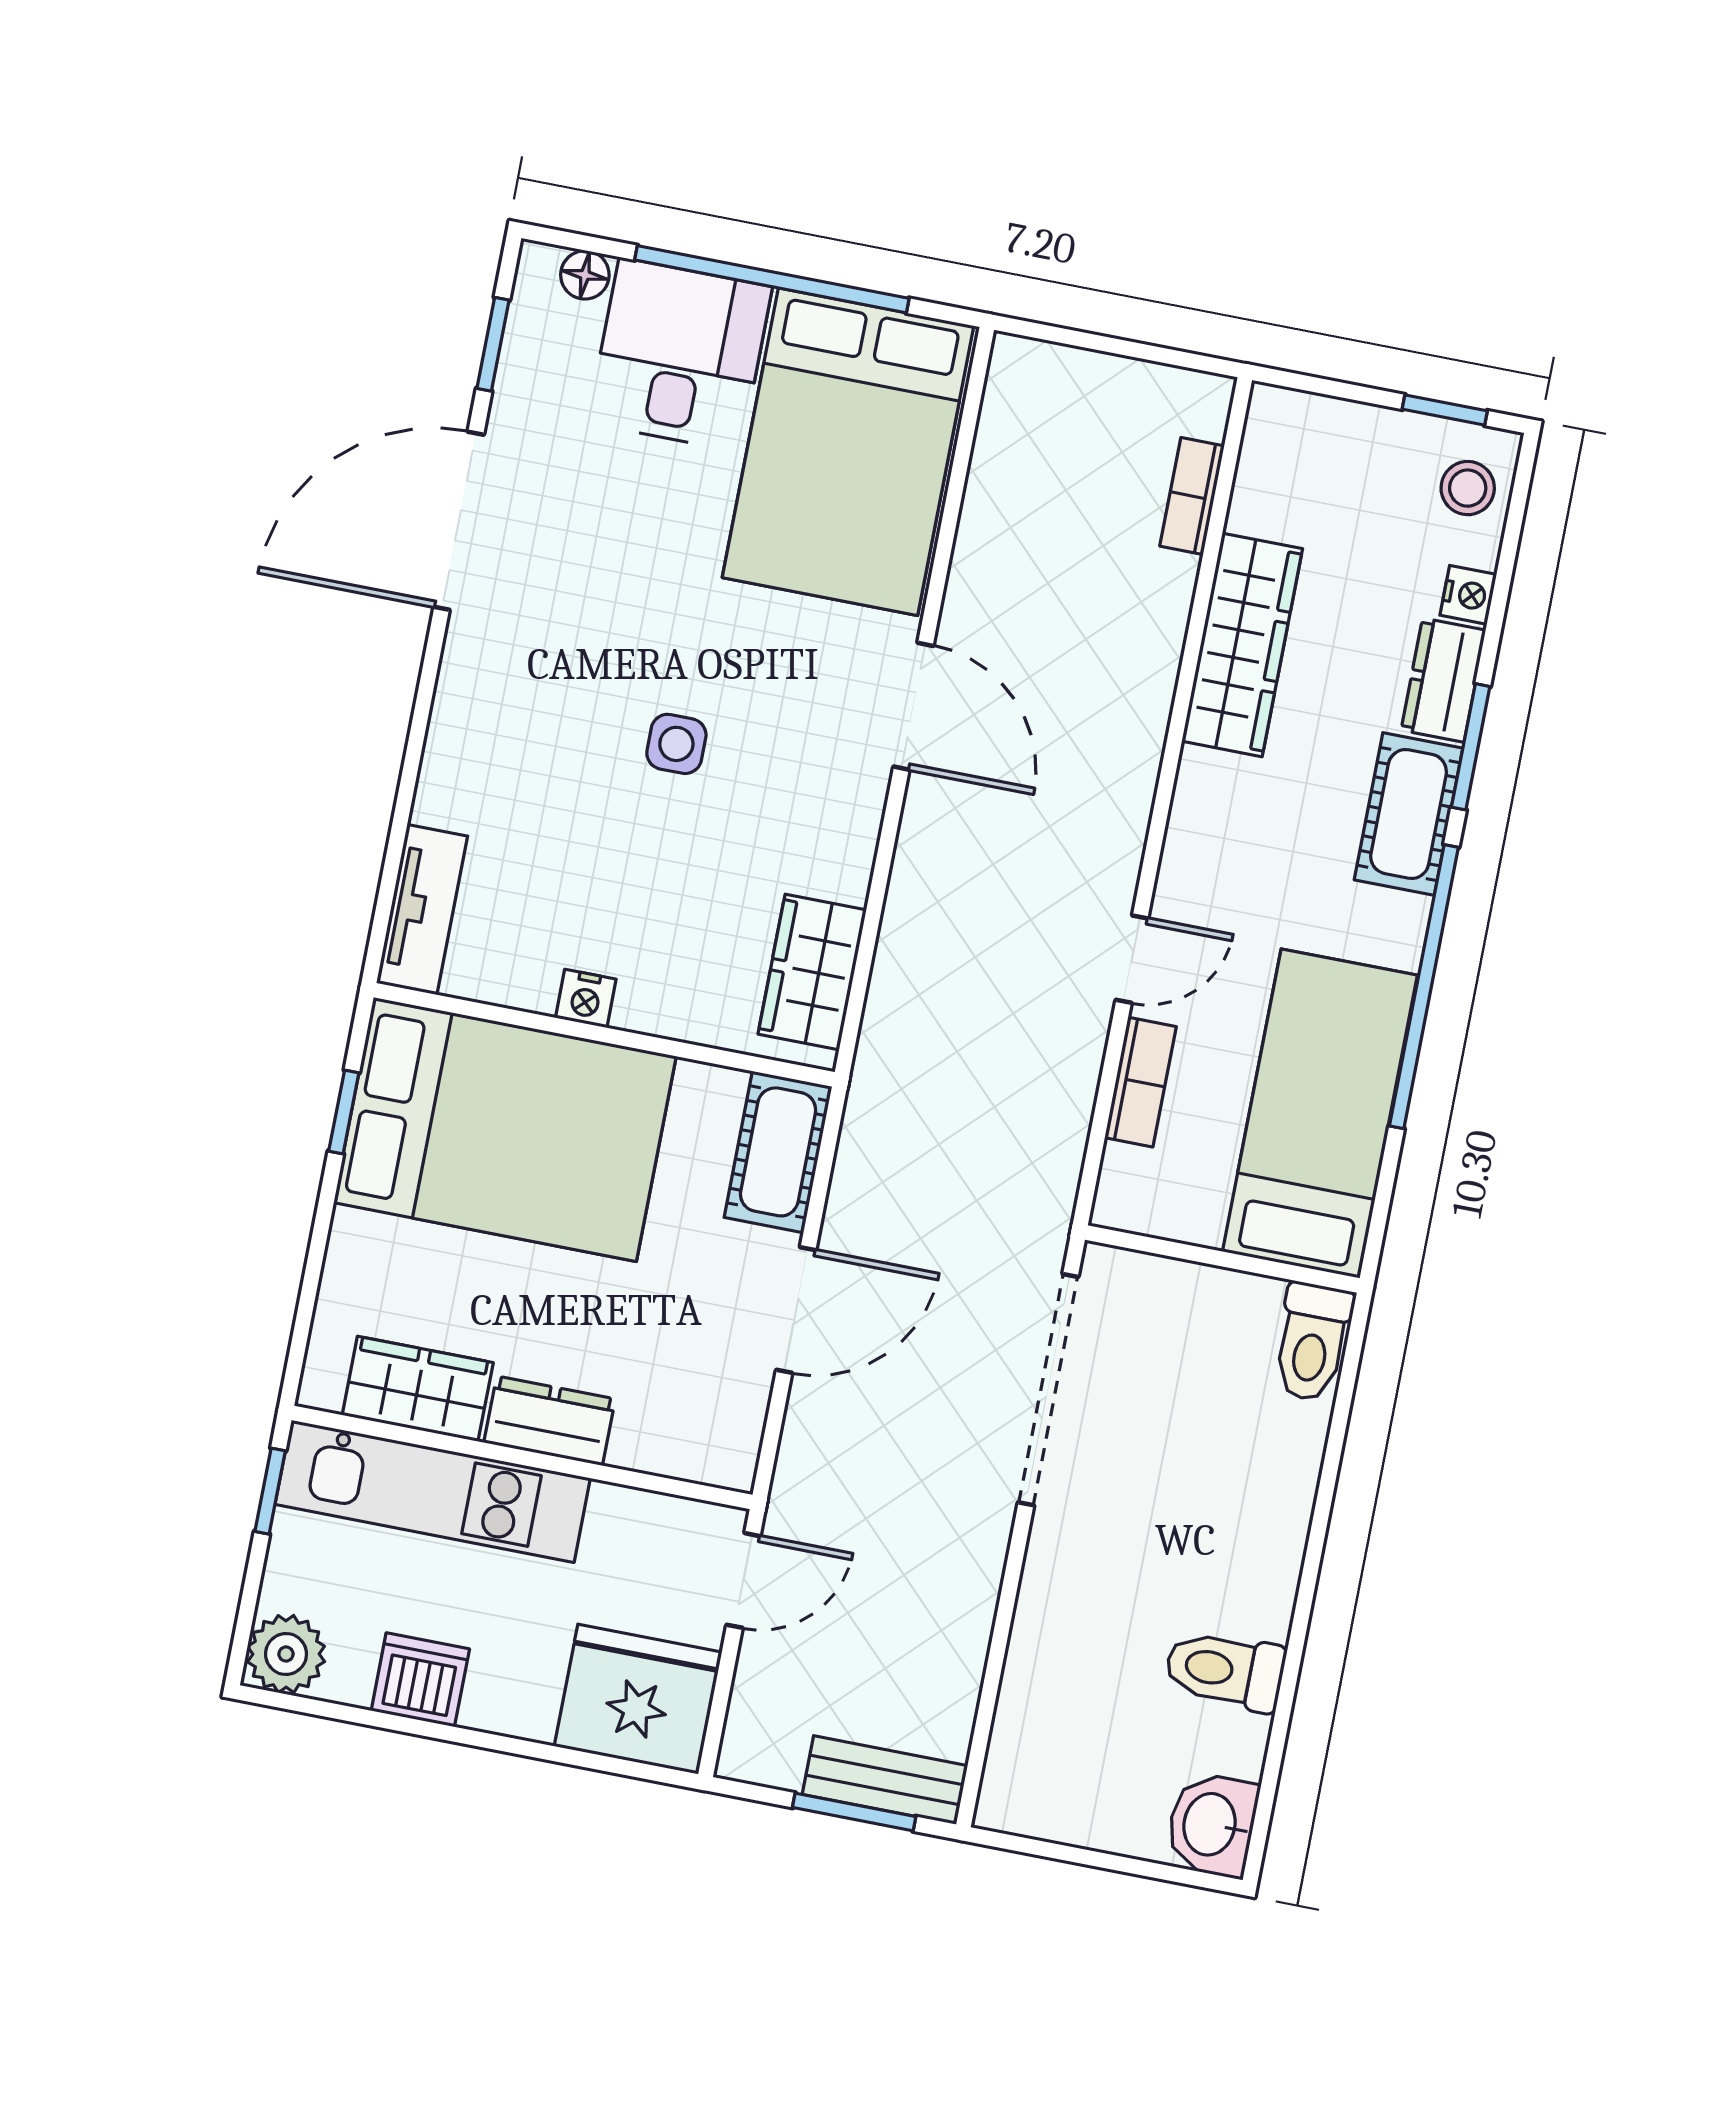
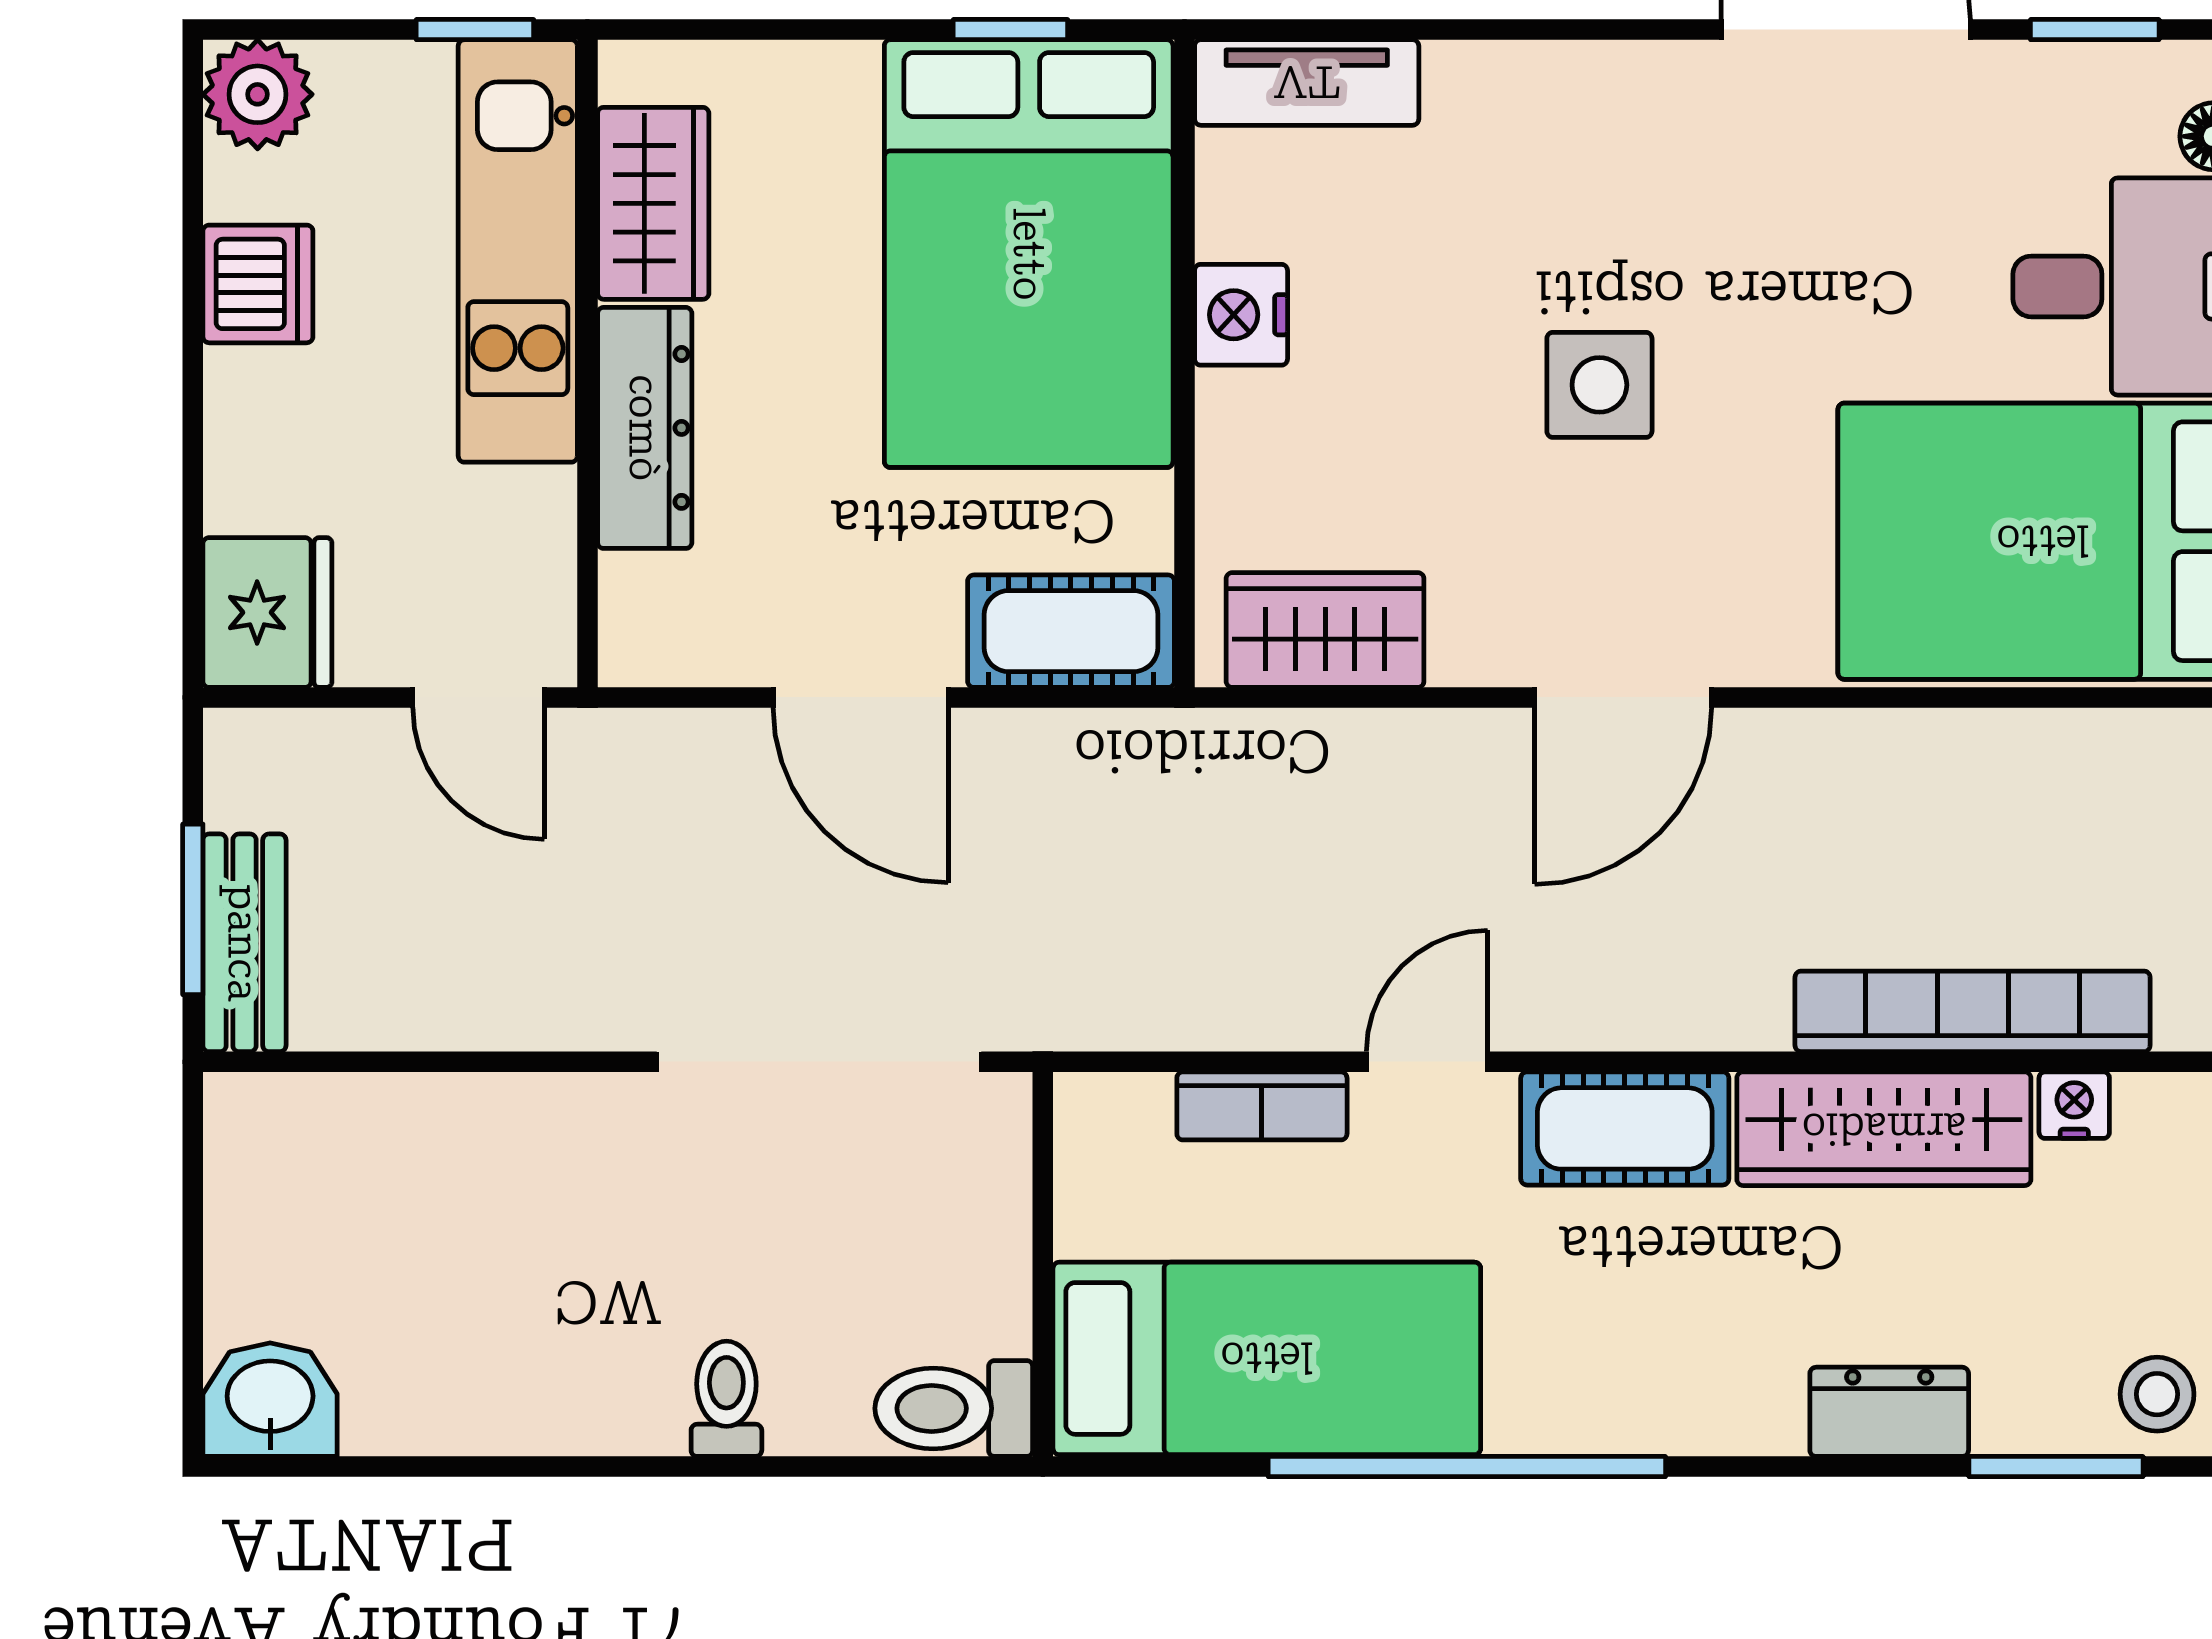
bookcase: (1192, 496) -> (1973, 1011), width x2.31, depth x1.31
nightstand: (1468, 595) -> (2074, 1105), moved, turned 180
door: (913, 706) -> (1623, 697), moved
side table: (676, 744) -> (1599, 385), width x1.37, depth x1.37
window: (1471, 747) -> (2056, 1467), moved
cot: (1409, 814) -> (1625, 1128), moved
door: (1132, 959) -> (1427, 1062), swing flipped
nightstand: (586, 999) -> (1241, 315), width x1.39, depth x1.35
dresser: (550, 1421) -> (645, 428), width x1.44
toilet: (1225, 1670) -> (726, 1399), moved, width x0.73, depth x0.72
fridge: (638, 1699) -> (267, 612), width x0.73, depth x0.75

